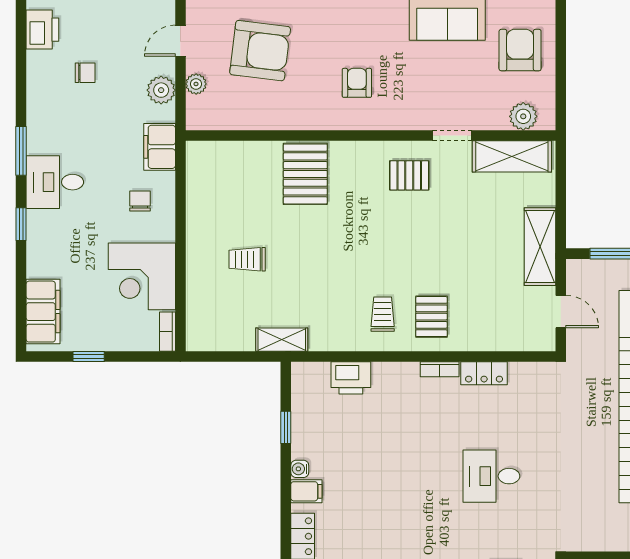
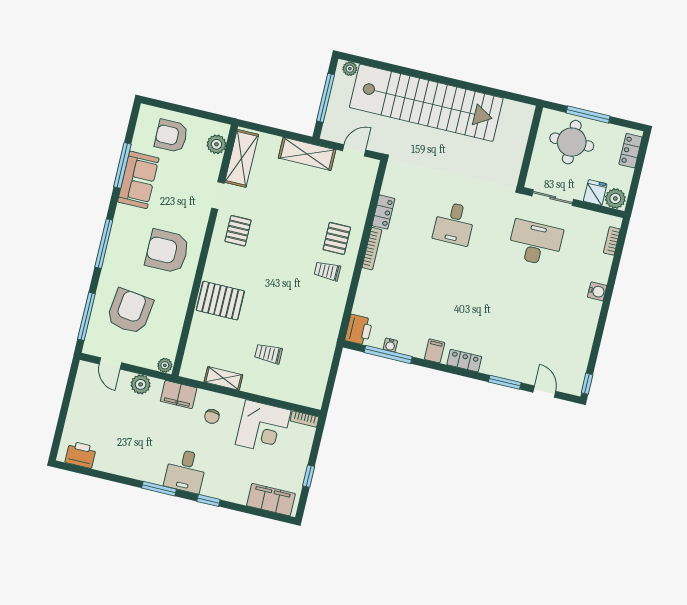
chair: (85, 73) -> (117, 433), removed
armchair: (357, 83) -> (167, 251), width x1.88, depth x1.88
plant: (196, 84) -> (165, 365), moved
chair: (140, 201) -> (212, 416), turned -90
trolley: (247, 259) -> (269, 354), turned 90
pallet: (431, 317) -> (337, 238), turned 90
shelving: (282, 340) -> (223, 378), moved, turned 90
bookcase: (440, 369) -> (372, 249), width x1.56
printer: (351, 378) -> (359, 330), moved
window: (286, 427) -> (388, 354), width x2.17
water cooler: (300, 469) -> (390, 345), moved

